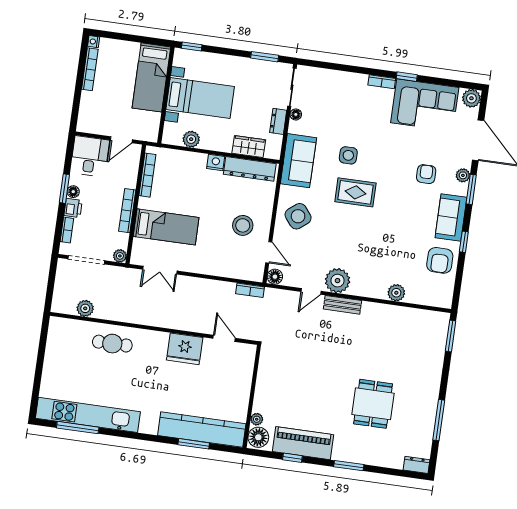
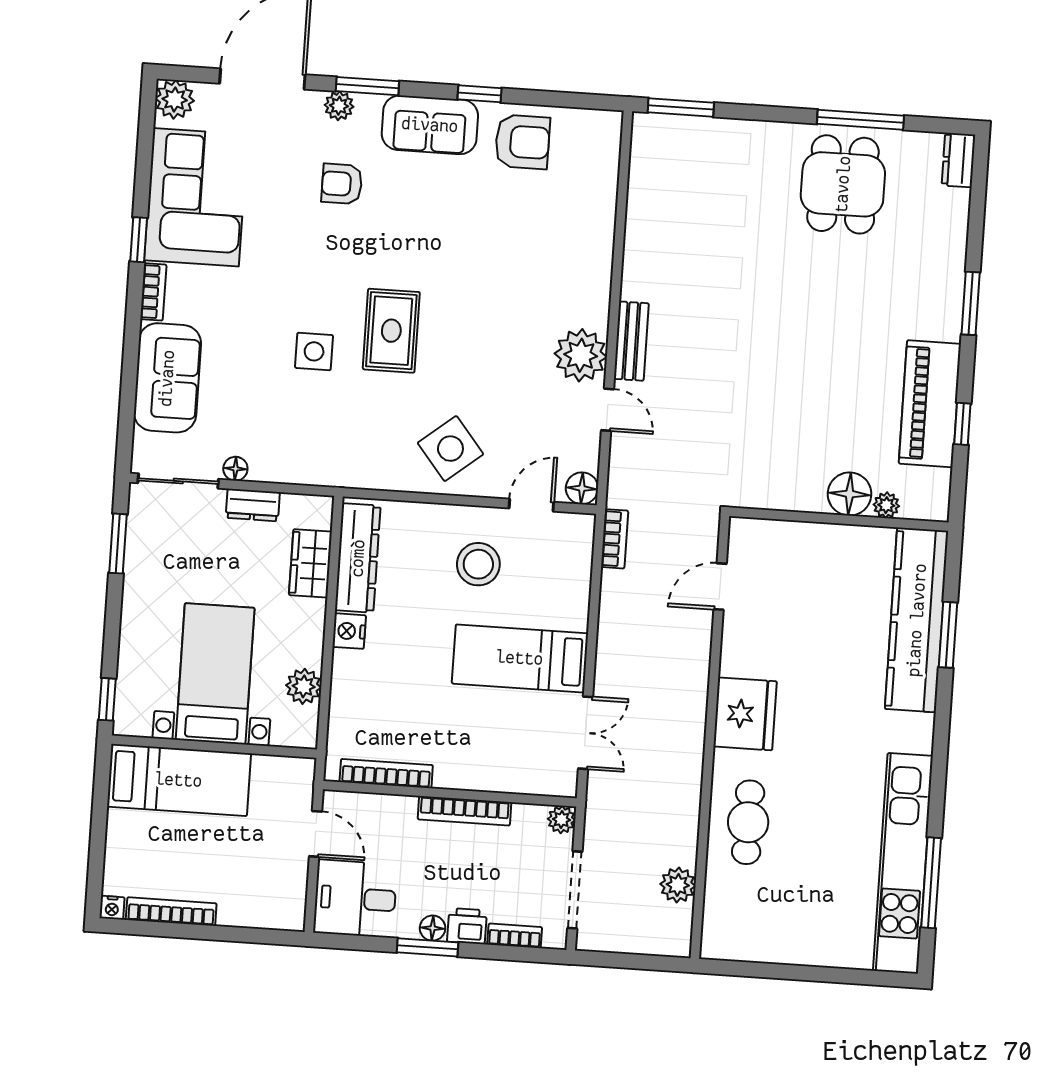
sofa: (298, 161) -> (167, 378), moved, turned 90
bed: (166, 227) -> (520, 658), moved, turned -90
plant: (396, 293) -> (598, 229), removed
fridge: (185, 349) -> (745, 714), moved
dining table: (373, 404) -> (843, 184), moved, turned 90
floor lamp: (258, 437) -> (850, 494), moved

